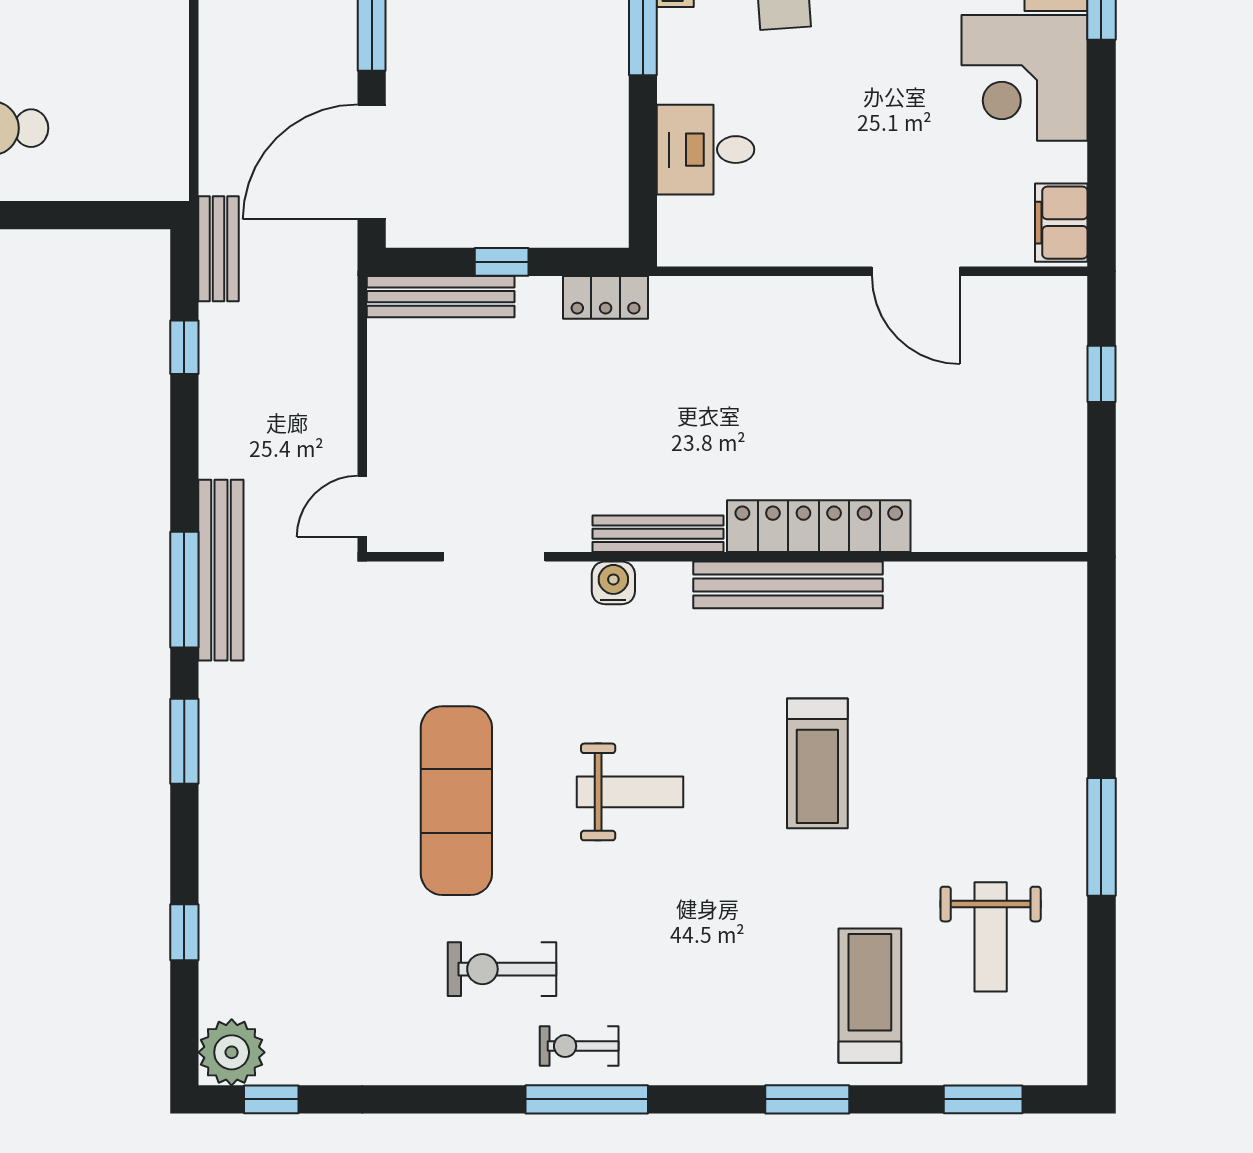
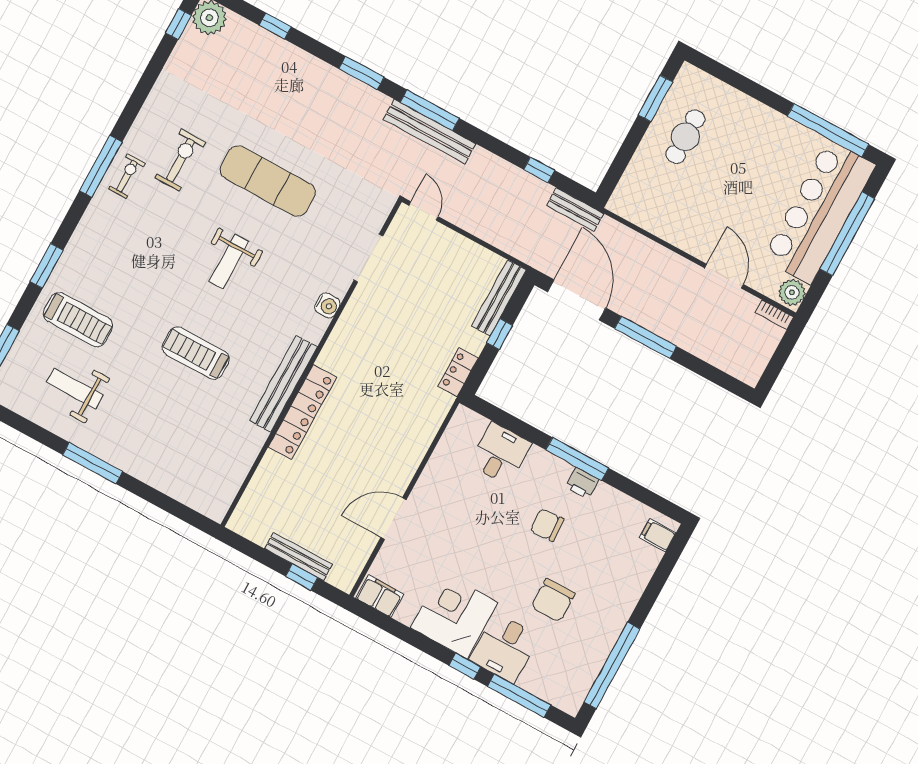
bench: (658, 534) -> (299, 557), moved, turned 90

